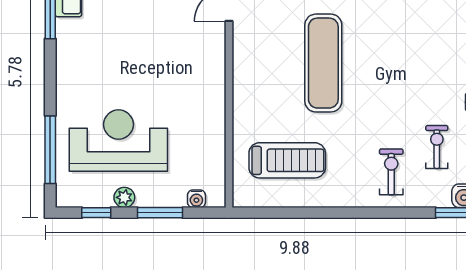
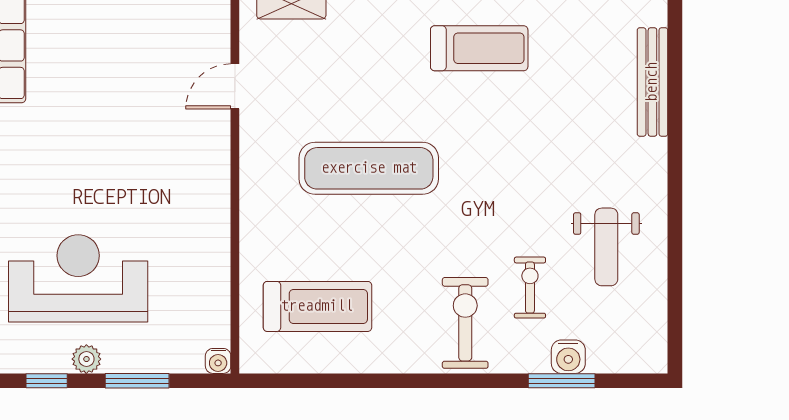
exercise mat: (323, 63) -> (369, 168), turned 90
exercise bike: (391, 172) -> (465, 323), width x1.38, depth x1.39
water cooler: (196, 199) -> (218, 361), moved

